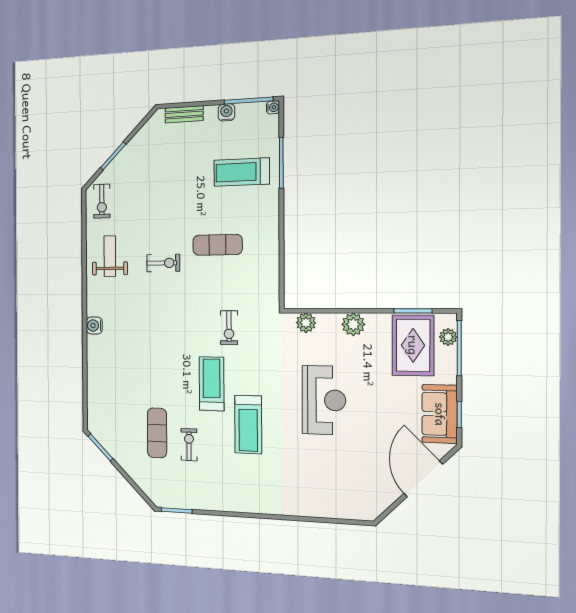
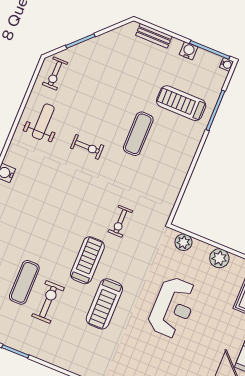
exercise mat: (218, 245) -> (138, 134), moved, turned 90
exercise bike: (189, 445) -> (48, 302), width x1.38, depth x1.39

